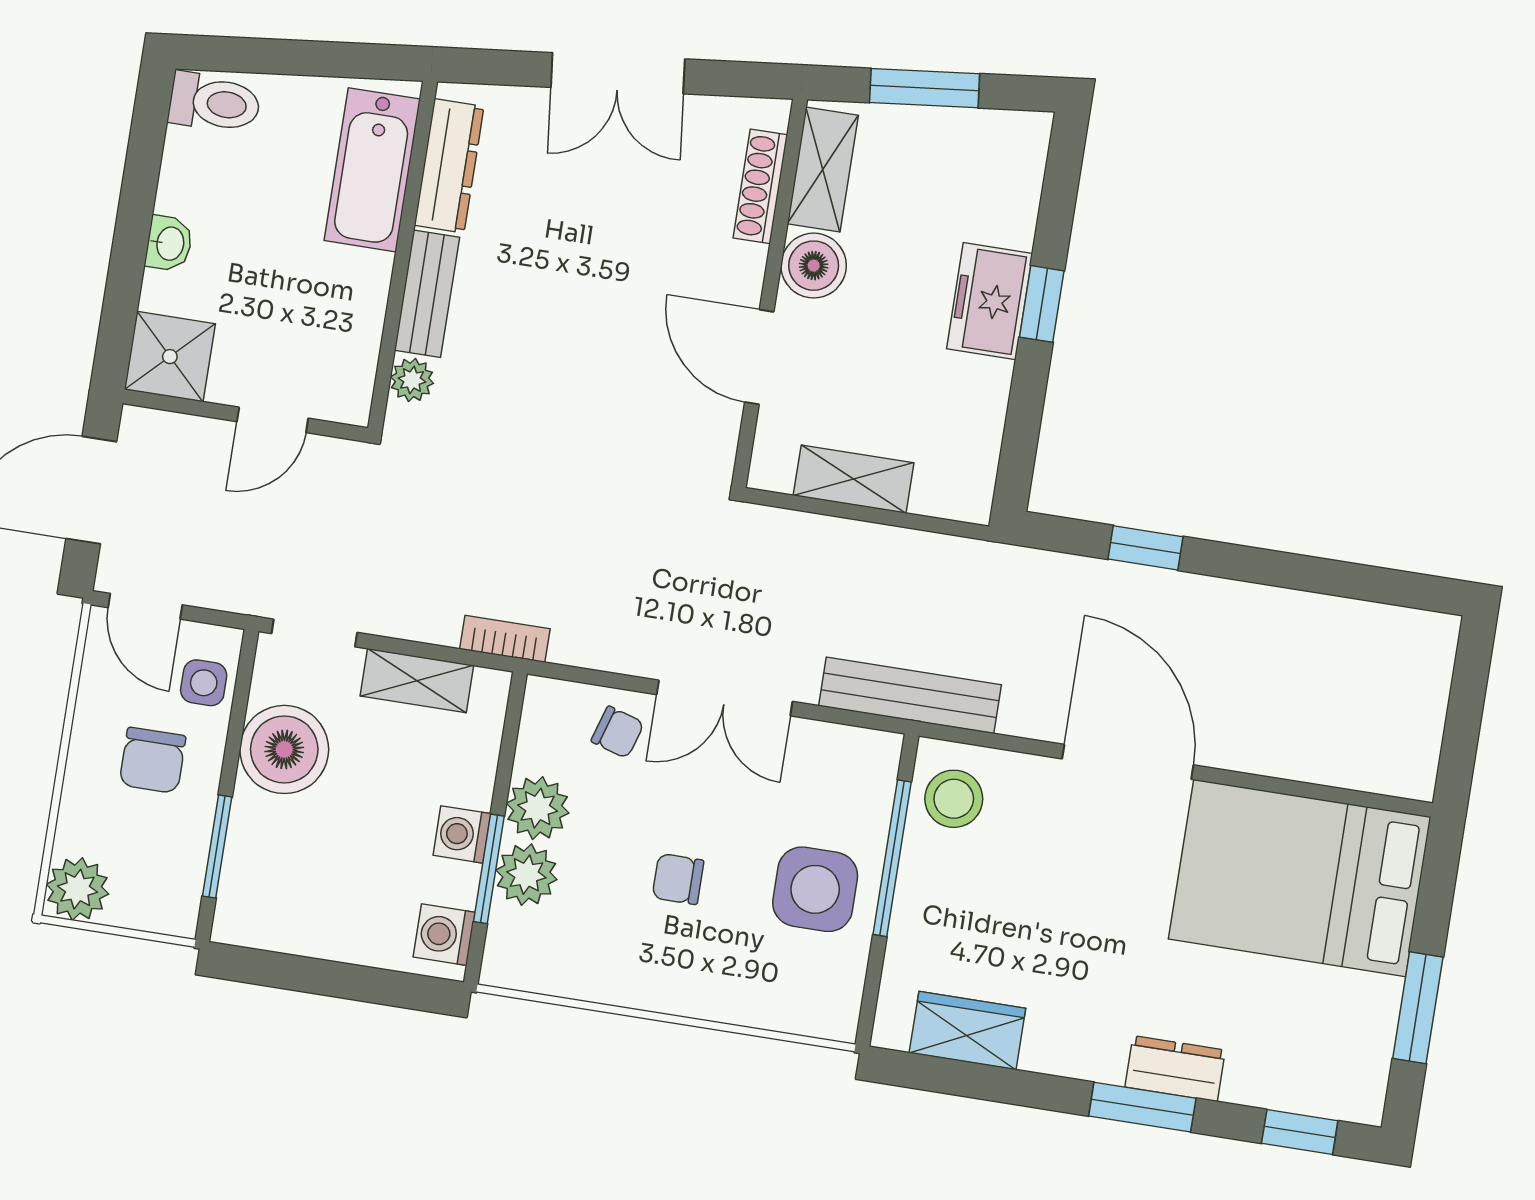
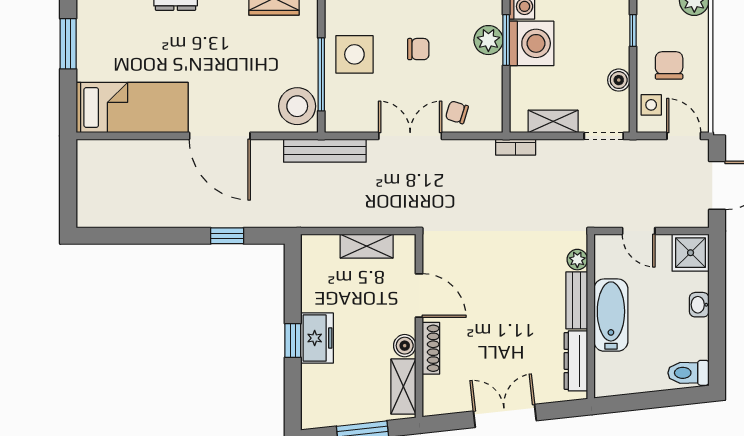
bathtub: (372, 170) -> (611, 315), moved
shoe rack: (760, 186) -> (431, 348), moved
boiler: (814, 266) -> (405, 346), width x0.73, depth x0.73
door: (273, 420) -> (639, 231), swing flipped
boiler: (284, 749) -> (619, 80), width x0.54, depth x0.54
stool: (954, 799) -> (297, 106), width x1.38, depth x1.38
plant: (538, 808) -> (488, 72), removed
washing machine: (462, 834) -> (532, 43), width x1.89, depth x1.89
window: (217, 847) -> (633, 30), width x0.67
bed: (1300, 878) -> (132, 108), width x0.67

